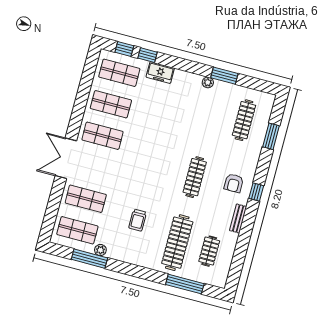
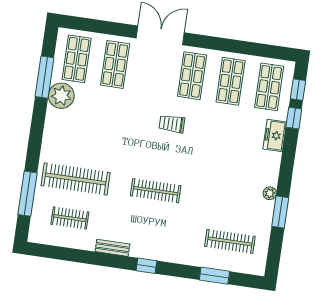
armchair: (234, 183) -> (154, 238), removed
trolley: (138, 220) -> (172, 124), moved
plant: (100, 250) -> (61, 96), width x1.87, depth x1.87

